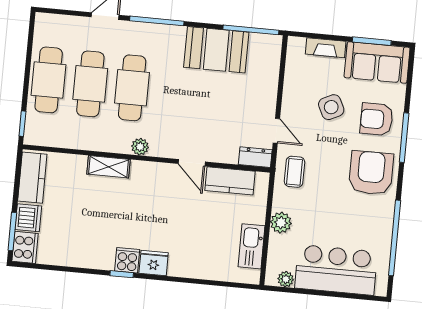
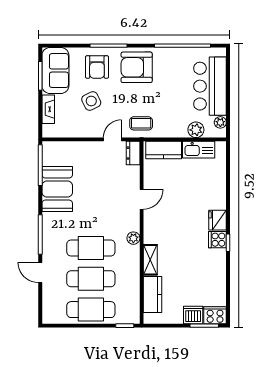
kitchen counter: (32, 178) -> (152, 295), moved, turned 90
kitchen counter: (230, 181) -> (164, 150), moved, turned 90
plant: (281, 223) -> (196, 130), moved

